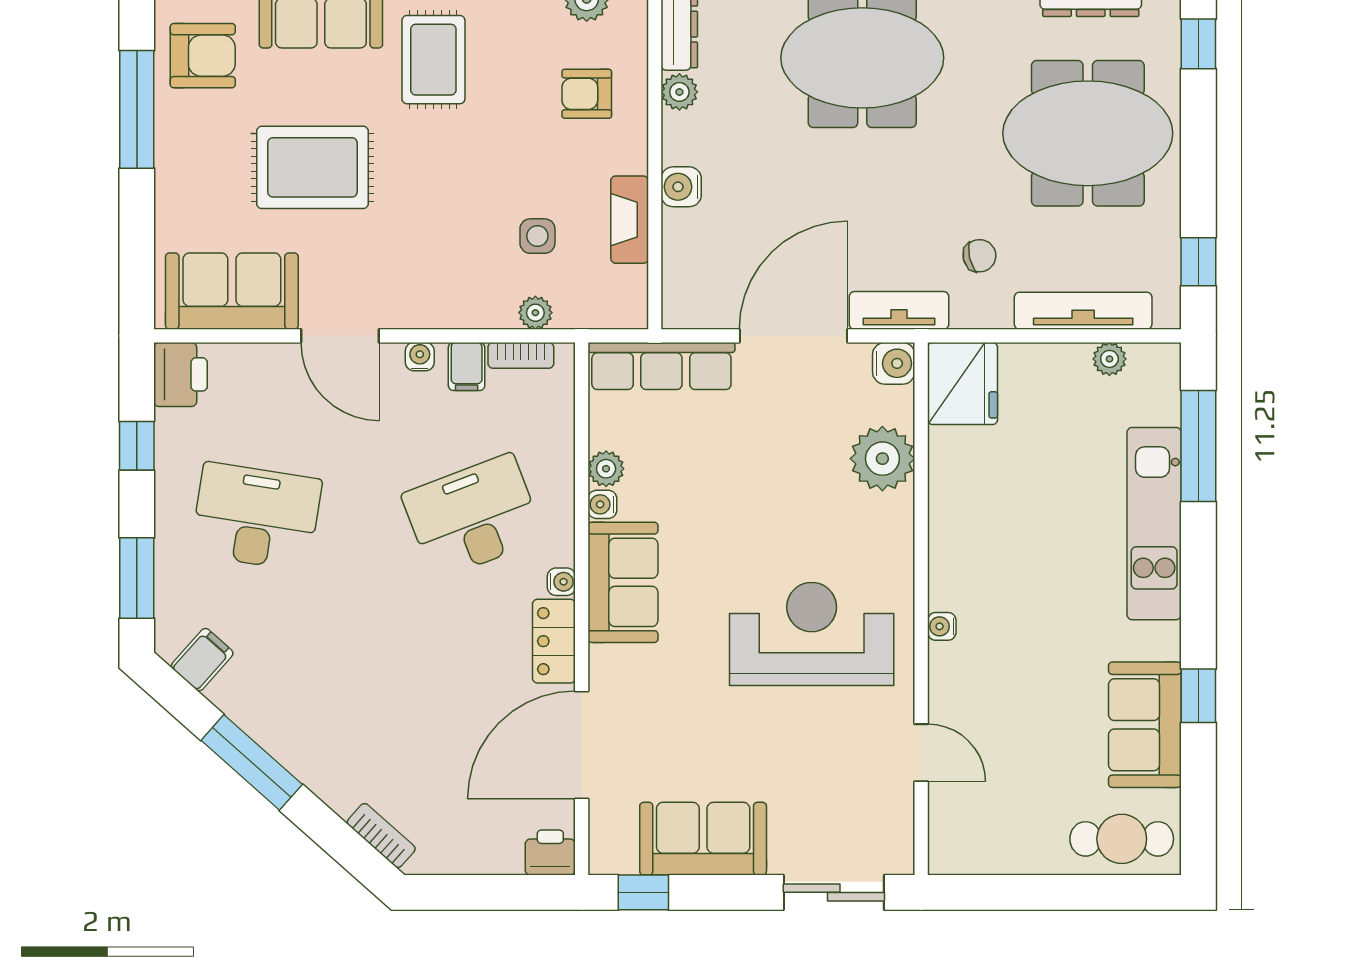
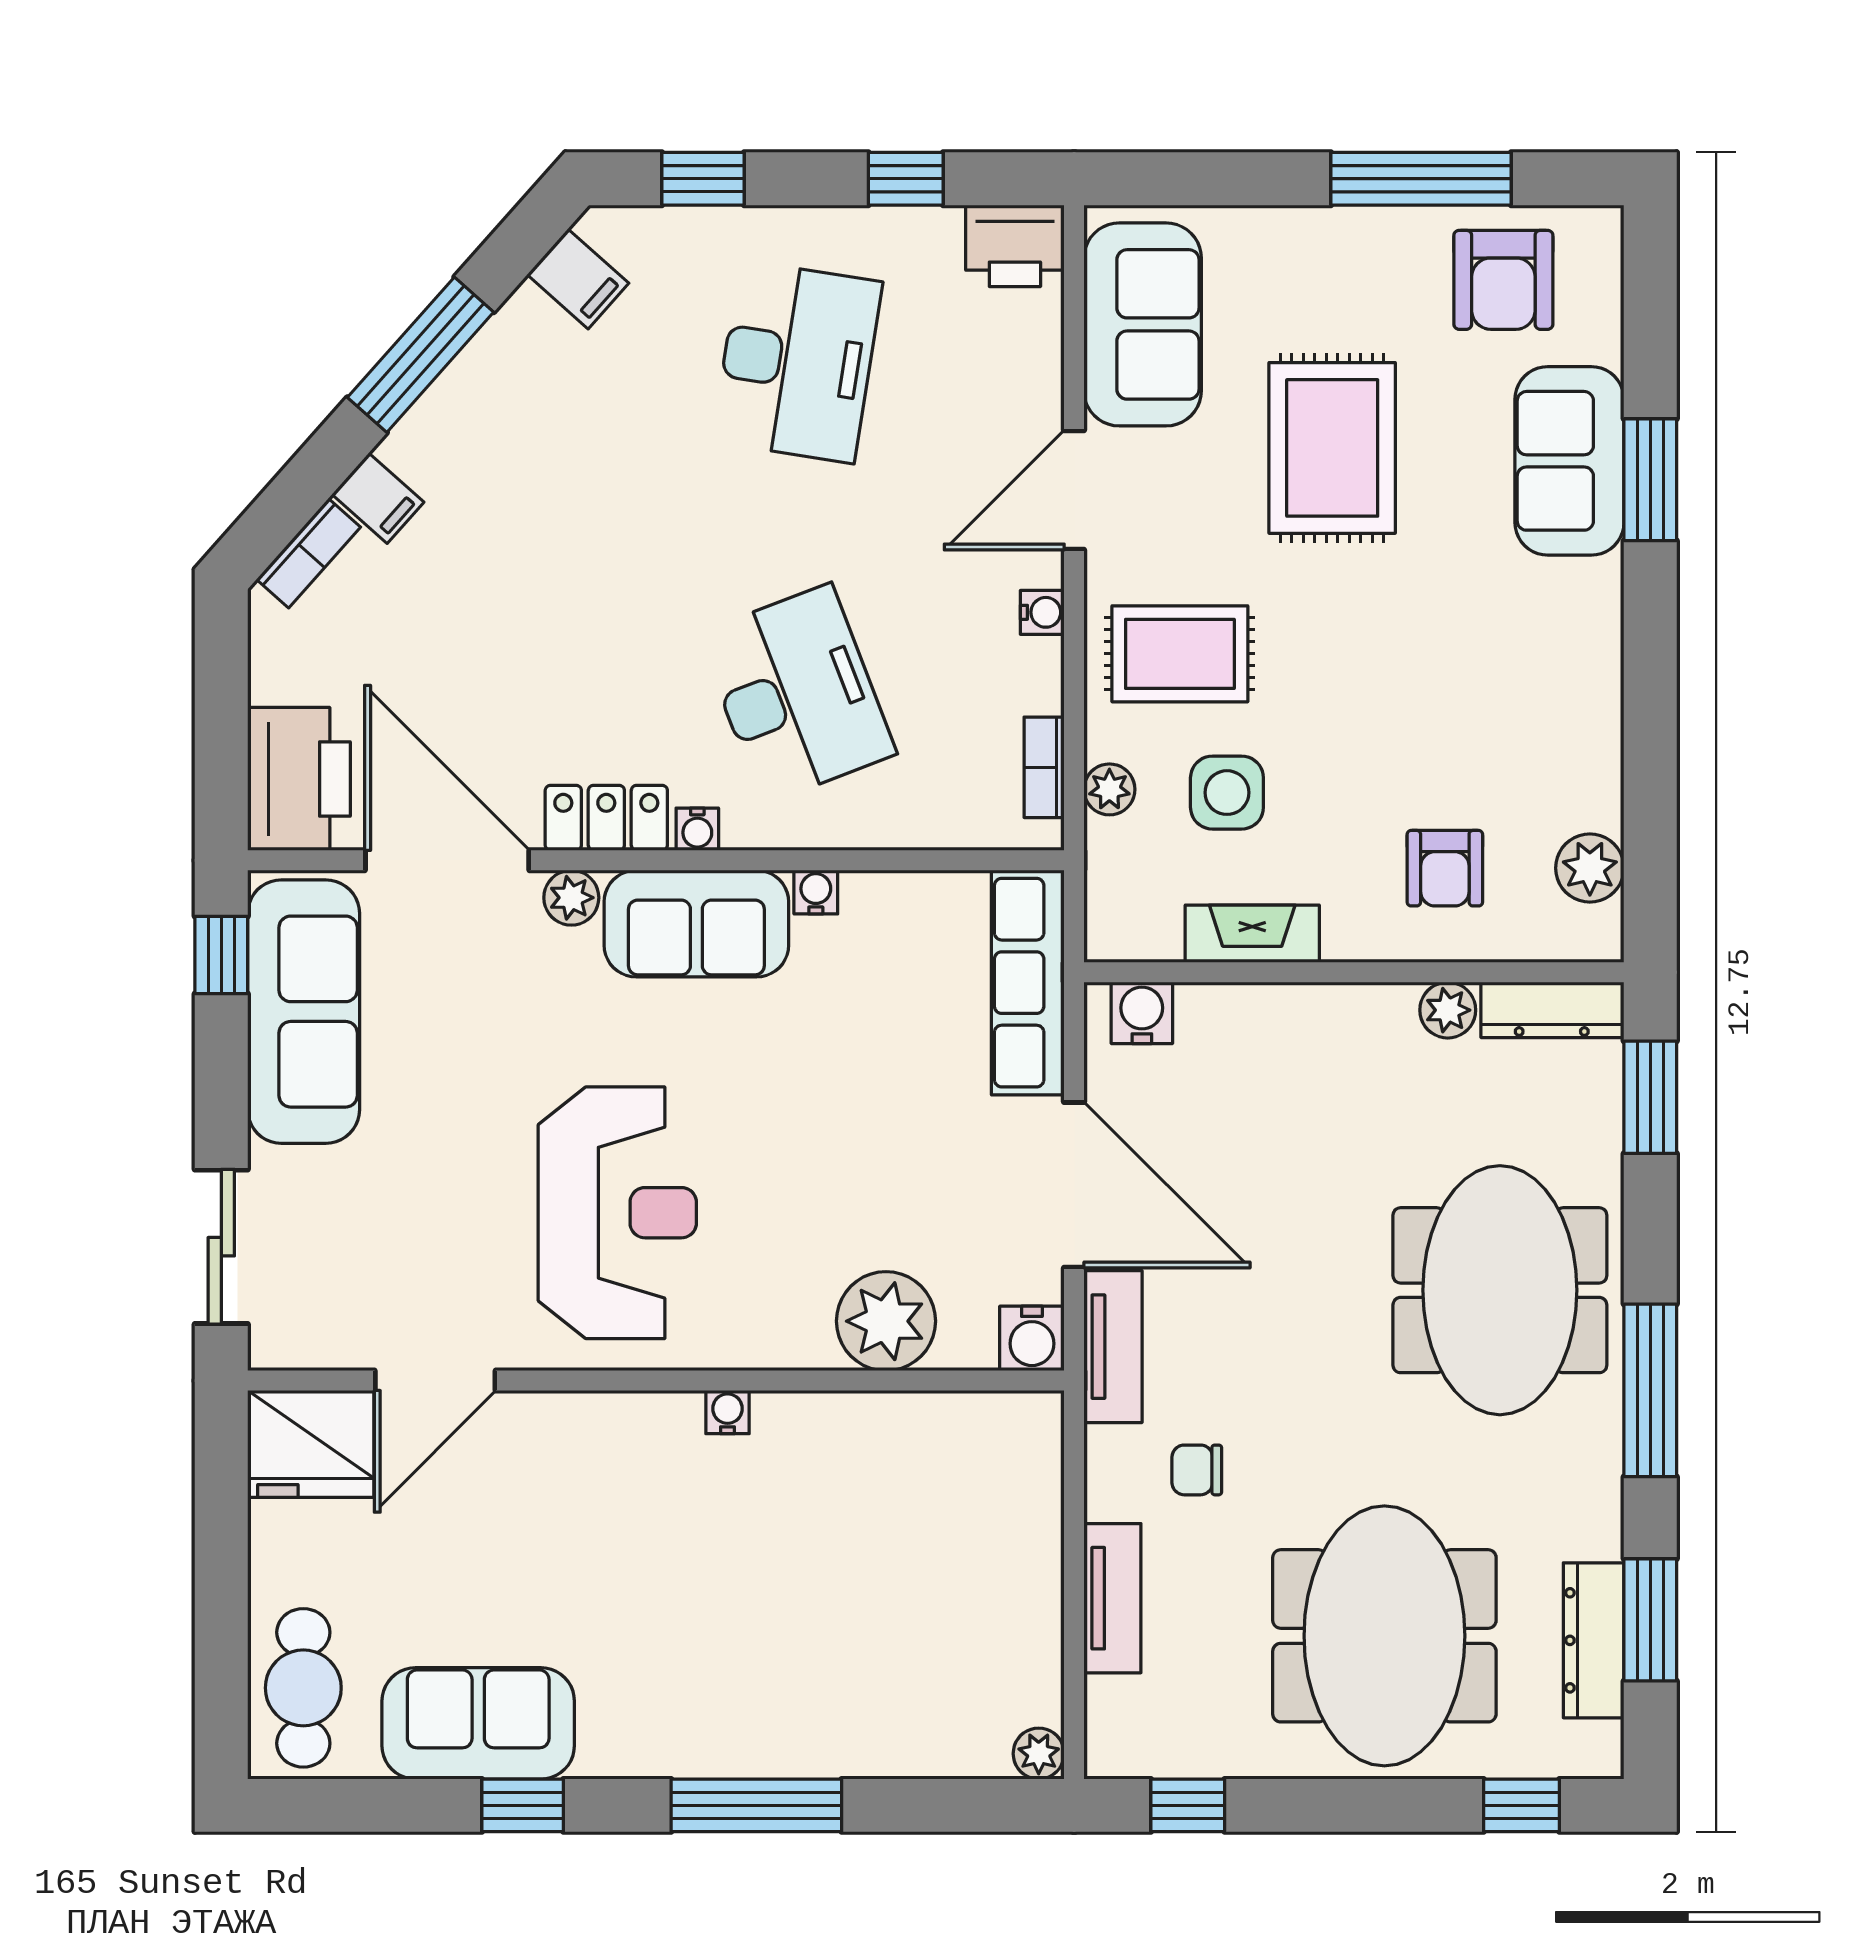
rug: (433, 60) -> (1180, 654), moved
armchair: (587, 94) -> (1445, 868), turned 180
water cooler: (681, 187) -> (1142, 1013), moved
side table: (537, 236) -> (1227, 793), width x1.37, depth x1.37
chair: (979, 256) -> (1197, 1470), turned 103
tv unit: (1083, 311) -> (1112, 1598), width x0.71
plant: (1109, 359) -> (1039, 1754), moved
filing cabinet: (467, 366) -> (378, 498), moved, turned -138
fridge: (963, 383) -> (311, 1444), moved
window: (1198, 446) -> (756, 1805), moved
plant: (606, 469) -> (571, 898), moved
kitchen unit: (1154, 524) -> (786, 1737), removed
window: (137, 578) -> (703, 179), width x0.67
water cooler: (942, 626) -> (727, 1412), moved
door: (921, 753) -> (435, 1381), width x1.37
sofa: (703, 839) -> (304, 1012), width x1.36
printer: (550, 853) -> (299, 779), width x1.87, depth x1.48

